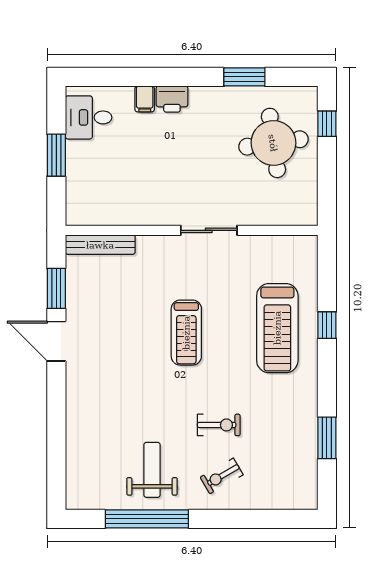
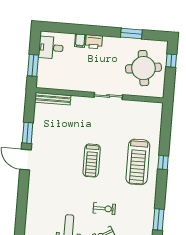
wall: (192, 230) -> (100, 95), moved
sliding door: (209, 230) -> (108, 96), moved
bench: (100, 245) -> (53, 99), moved

